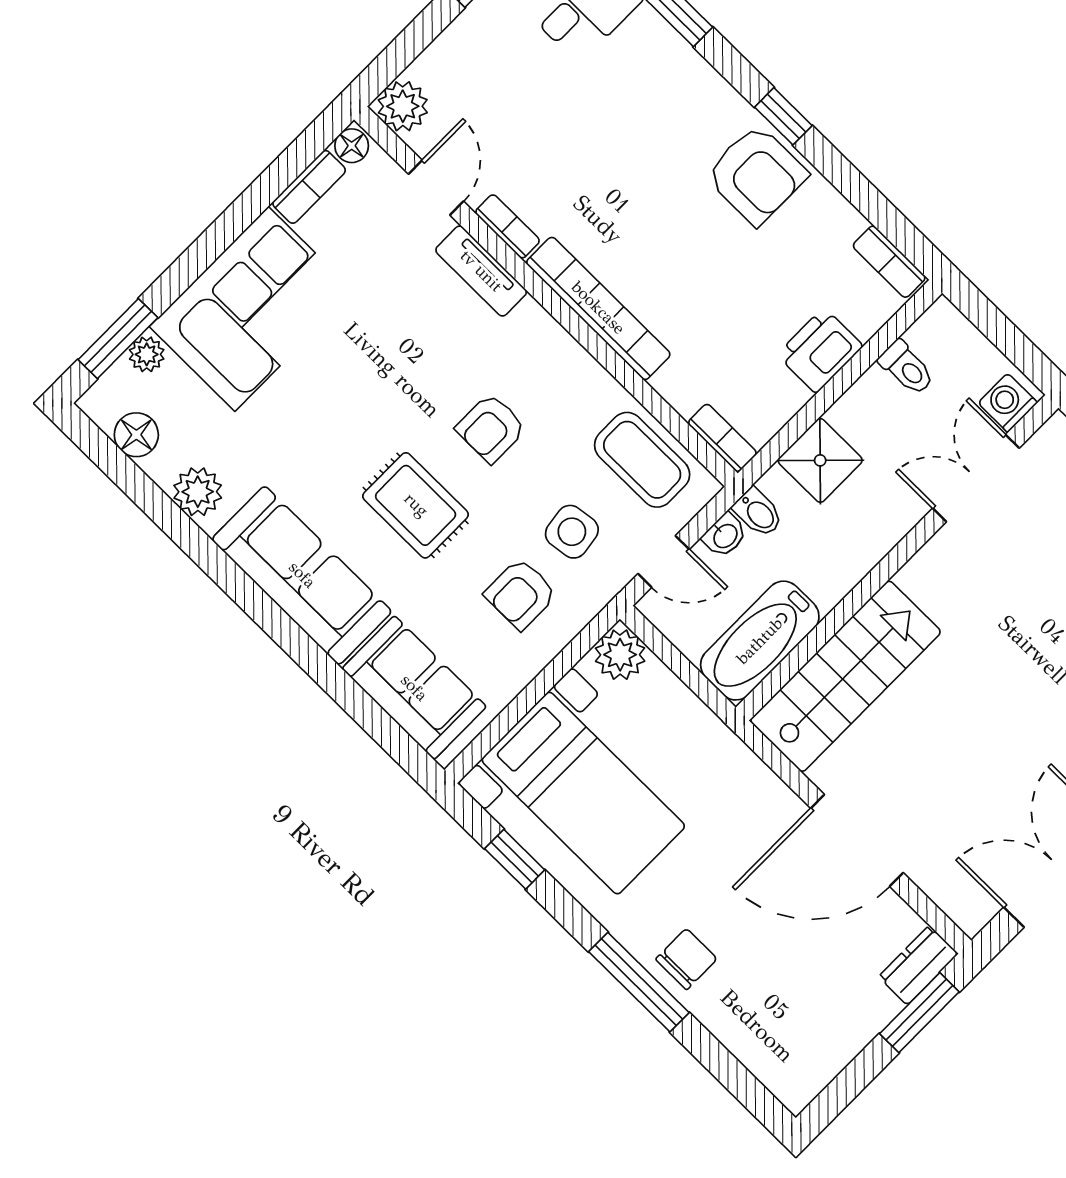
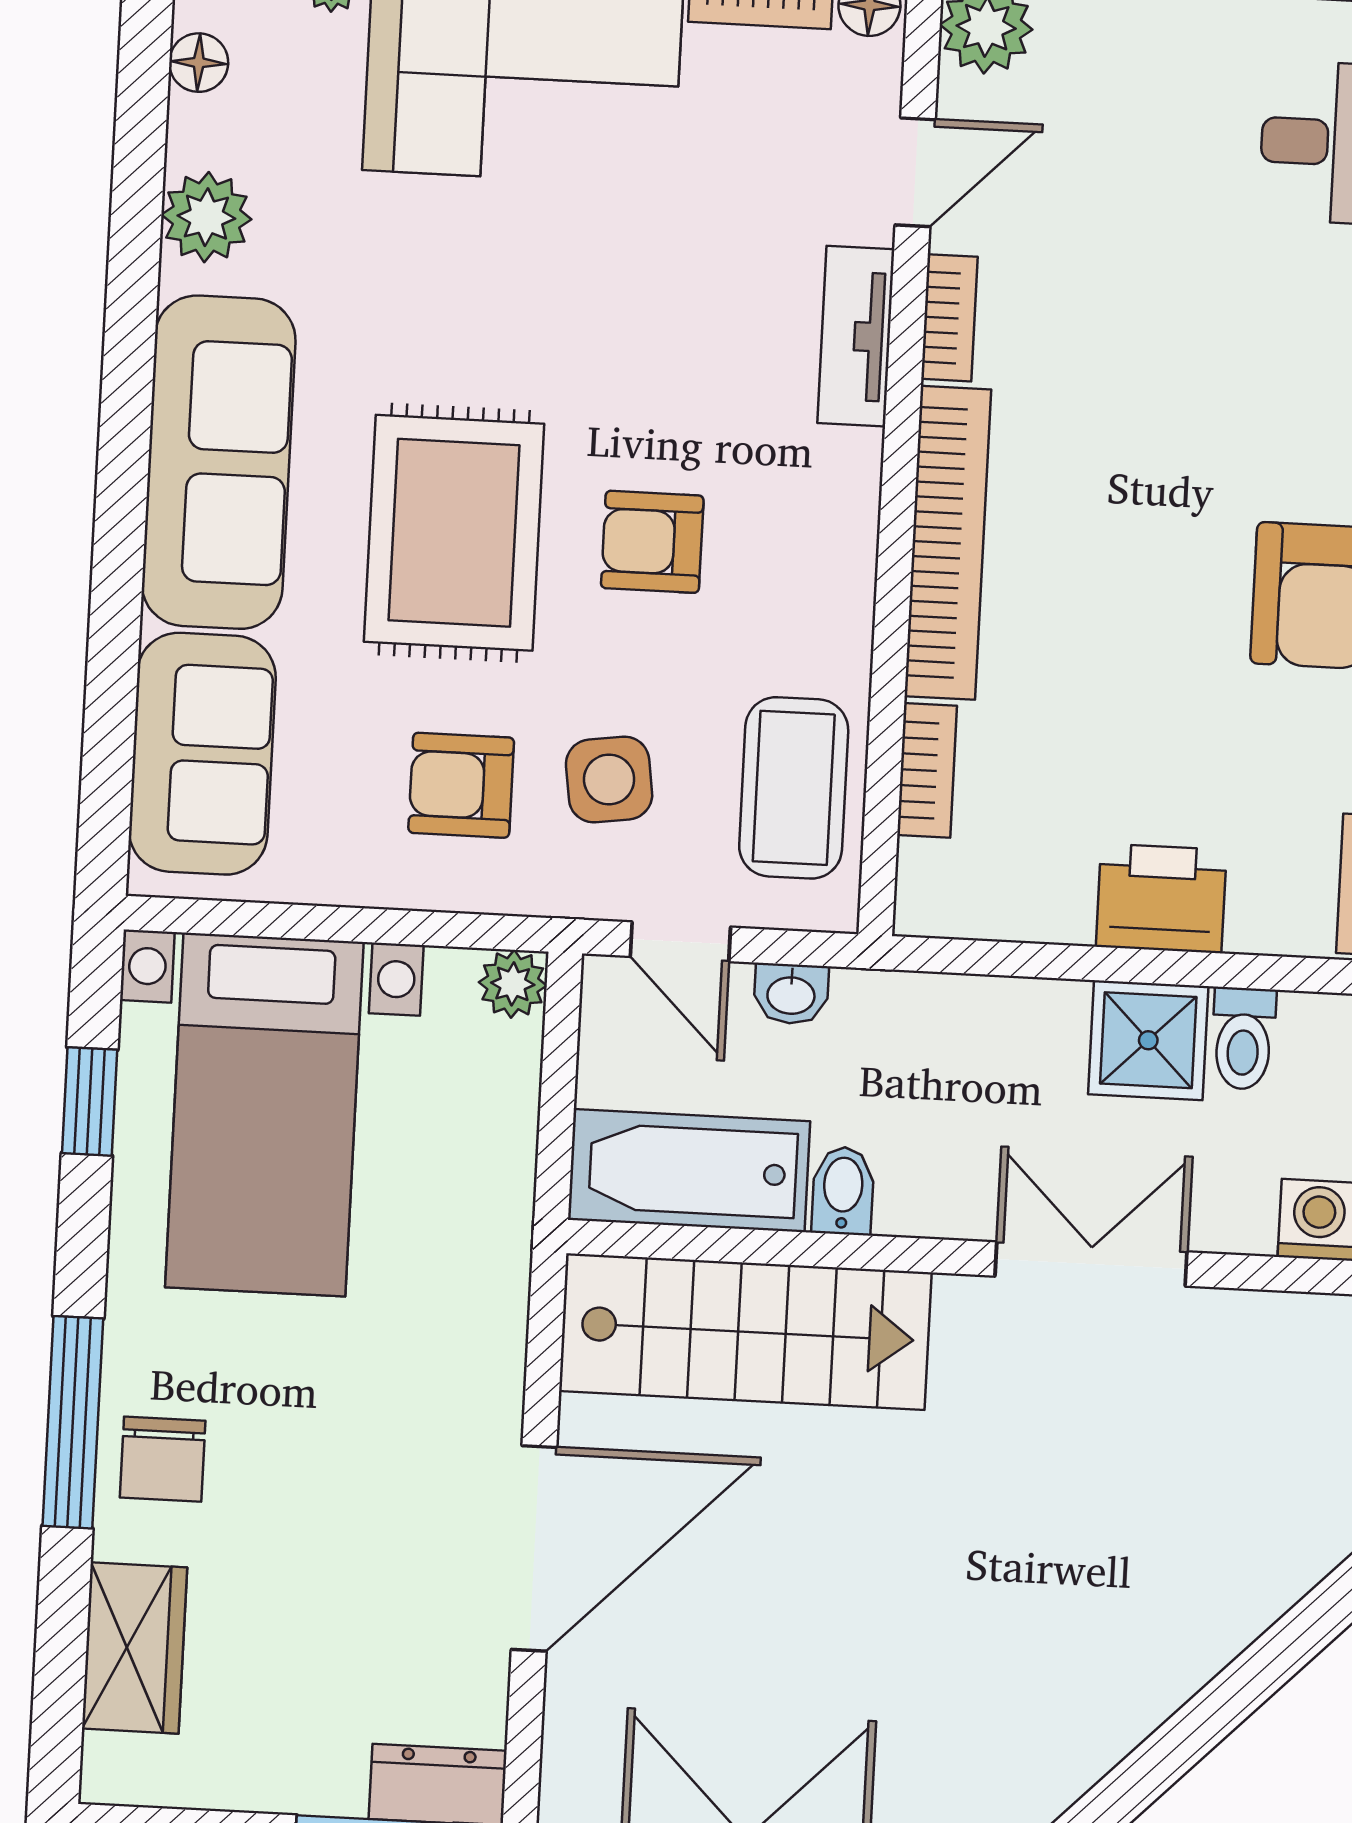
floor lamp: (136, 435) -> (199, 63), width x0.73, depth x0.73
bookcase: (722, 438) -> (927, 770), moved
shower: (820, 460) -> (1148, 1040), moved
double door: (976, 478) -> (1091, 1264), moved
rug: (416, 505) -> (454, 533), width x1.36, depth x1.43
bidet: (758, 513) -> (843, 1191), moved, turned 180
plant: (620, 655) -> (513, 984), width x0.73, depth x0.73
door: (857, 840) -> (534, 1548), swing flipped
chair: (686, 959) -> (163, 1459), turned 90
wardrobe: (753, 1039) -> (134, 1648), added

